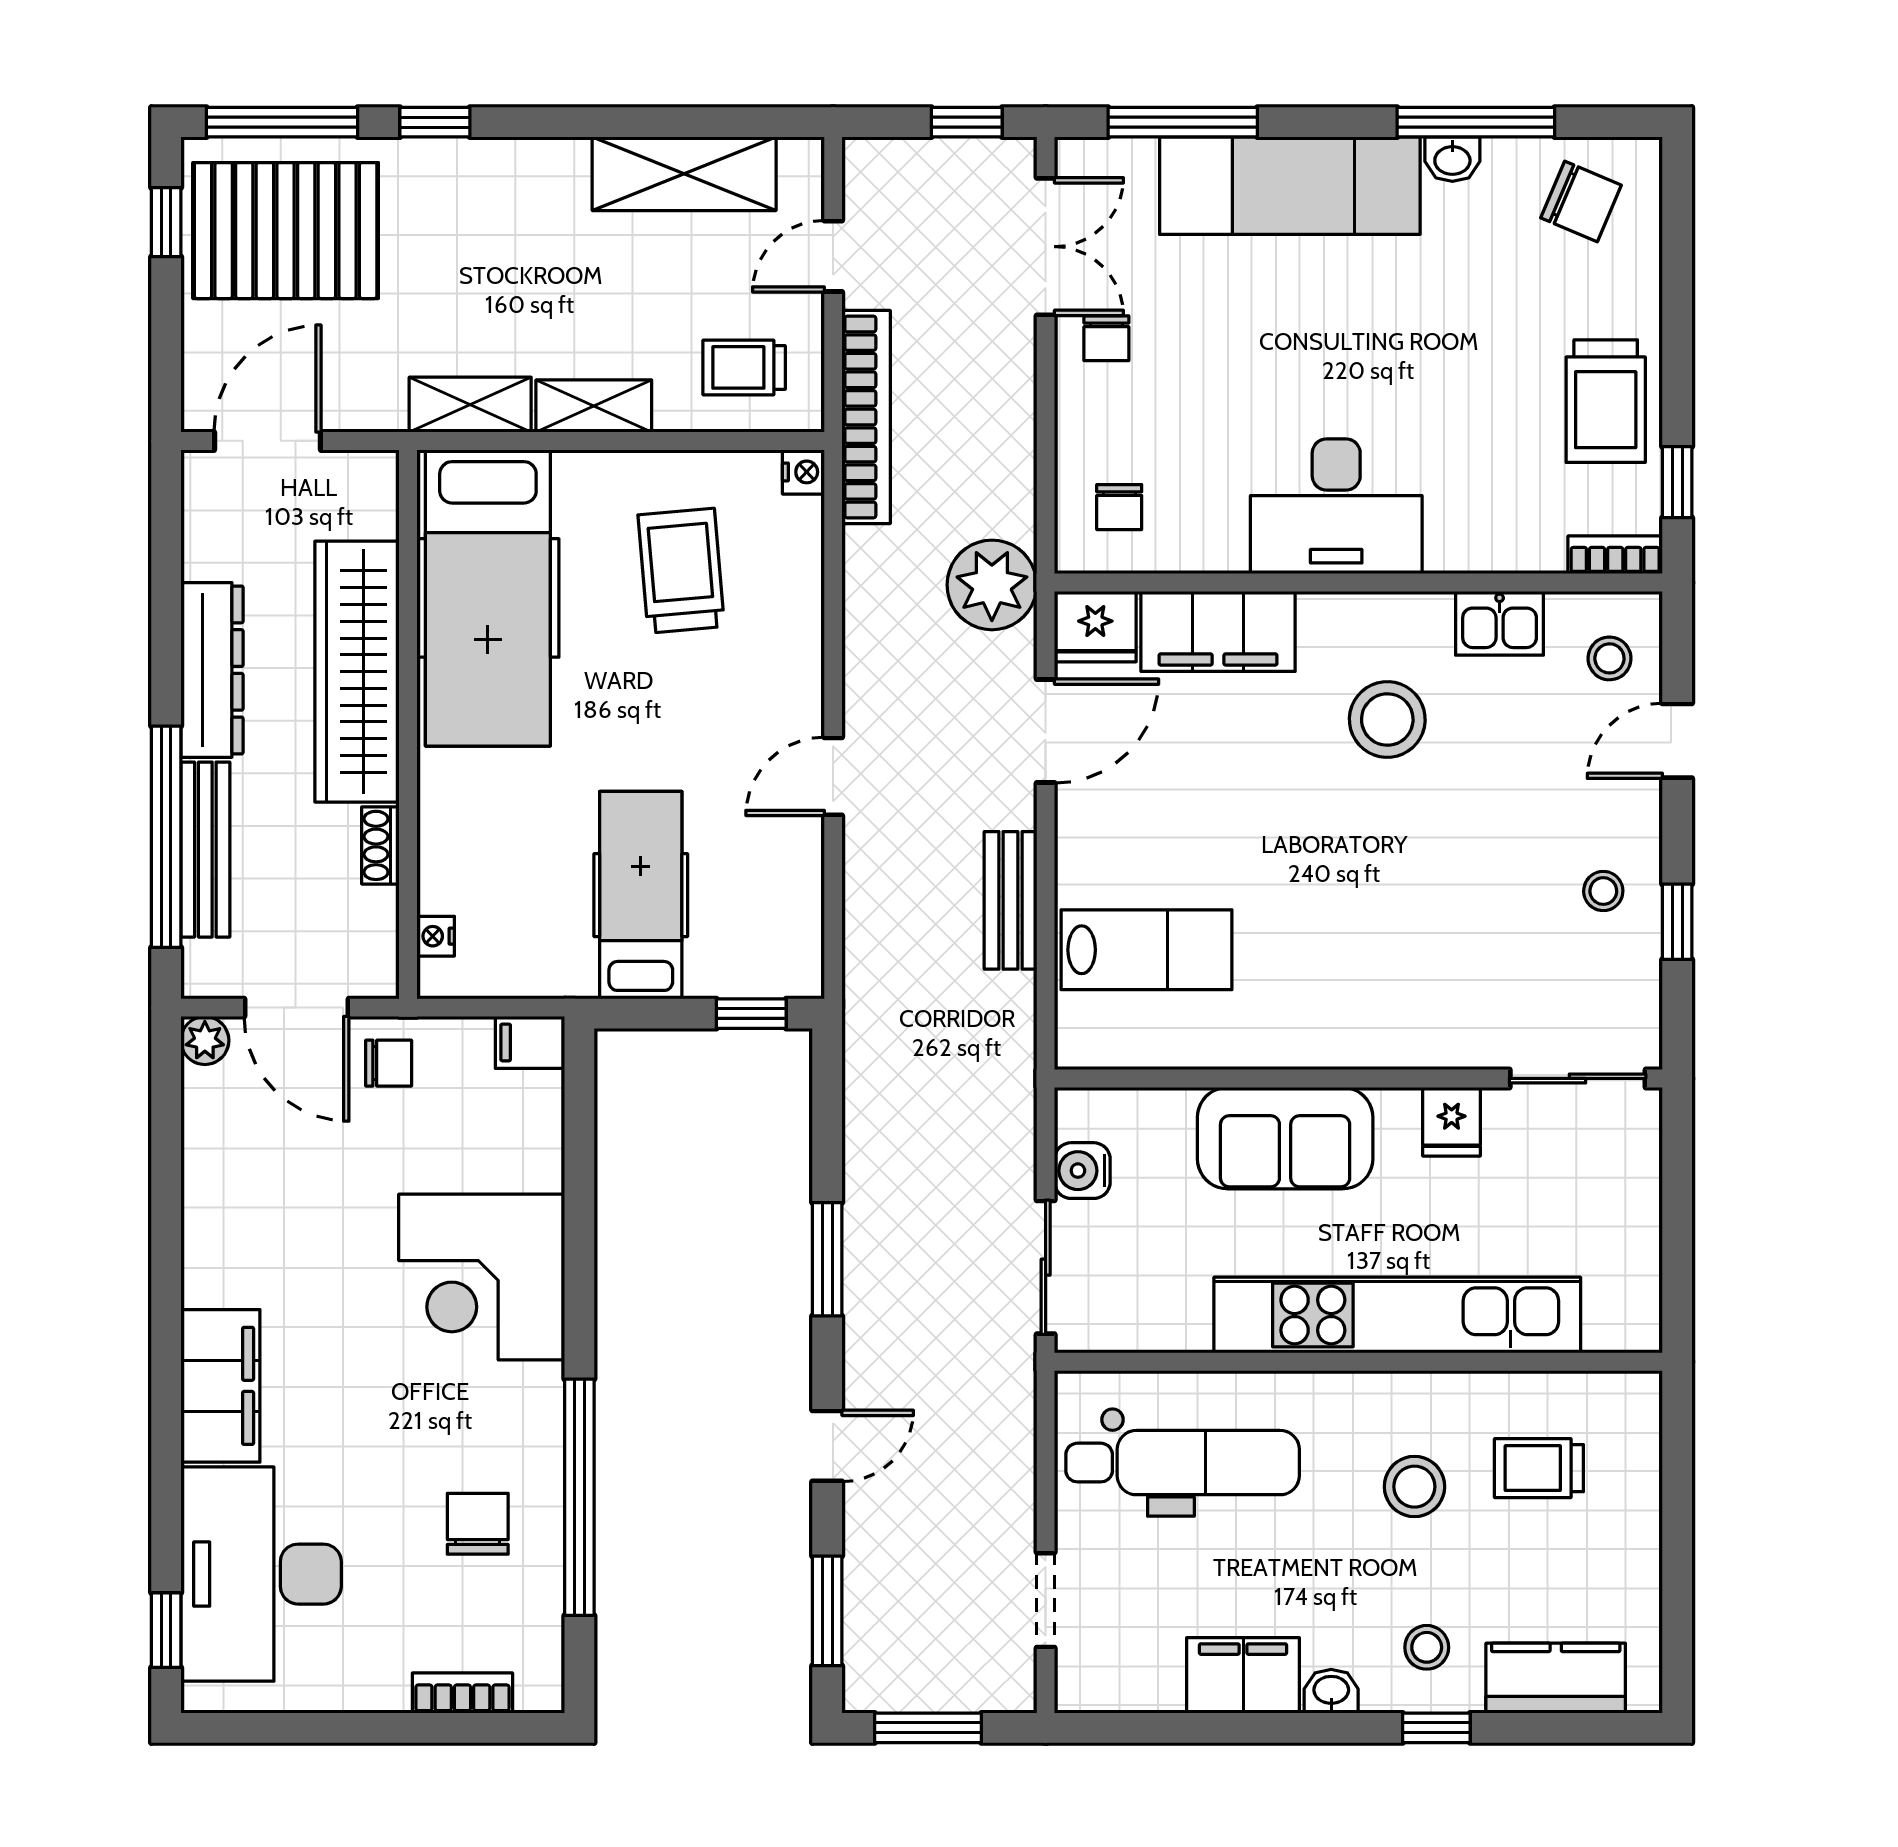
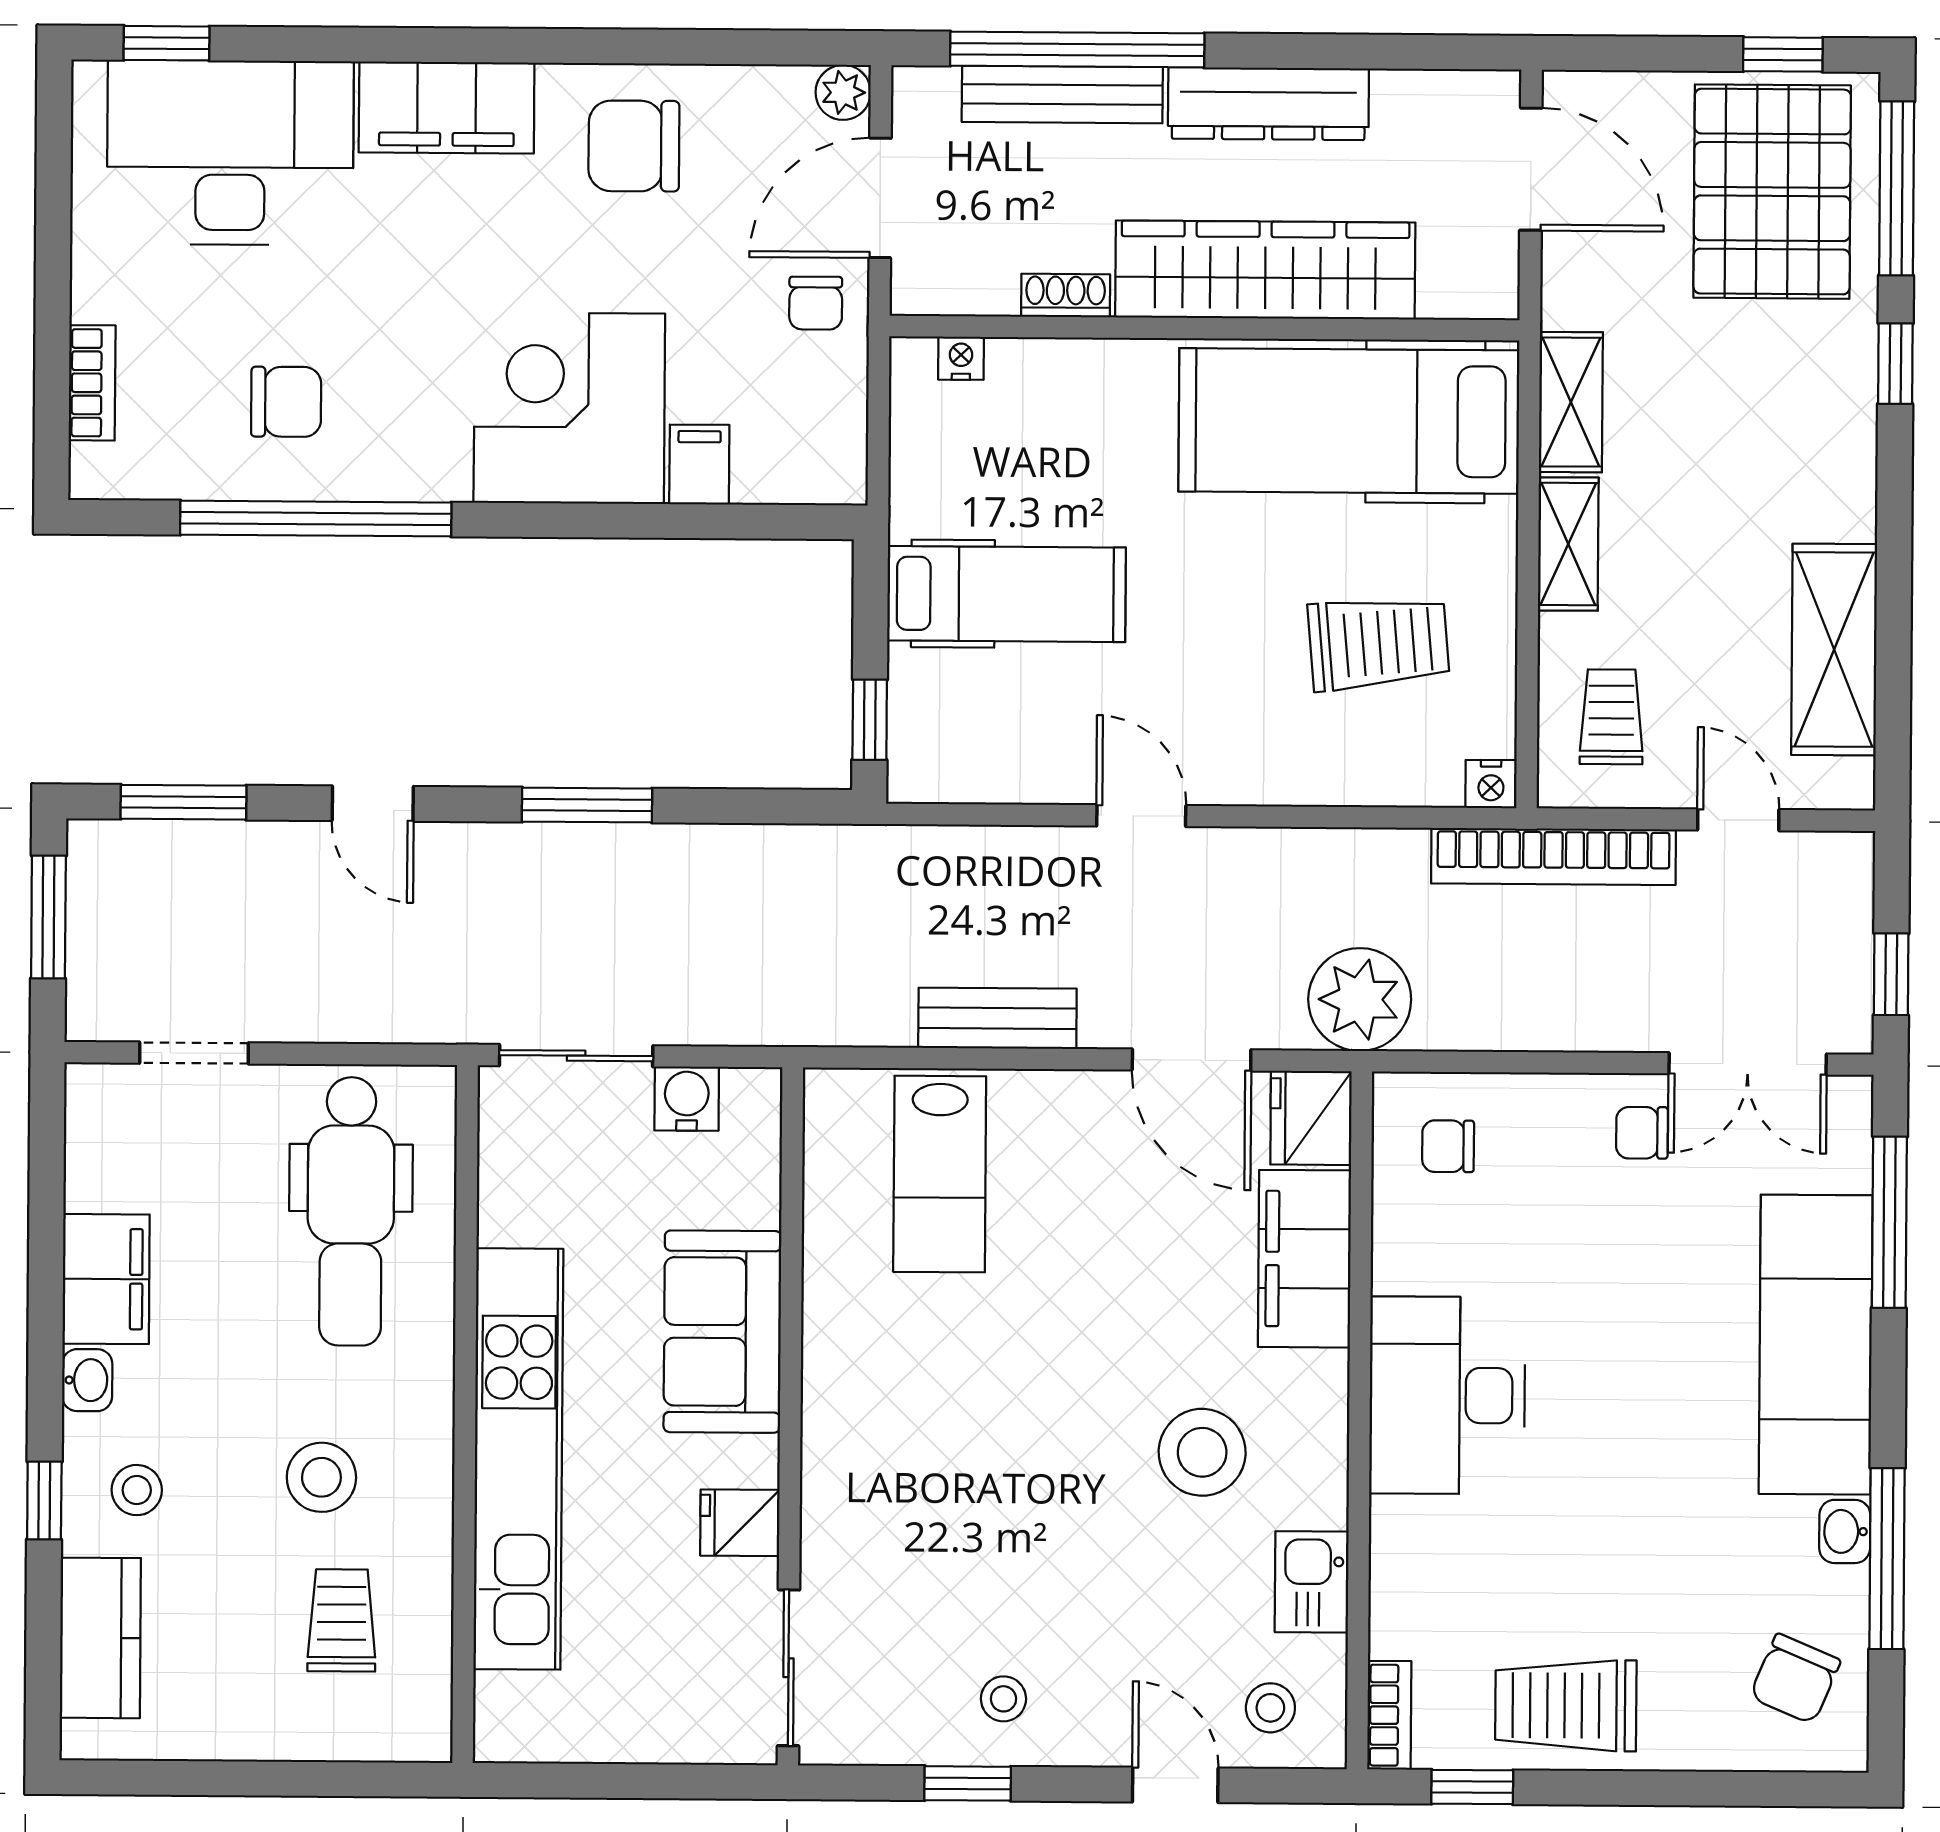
filing cabinet: (530, 1042) -> (699, 465), moved
chair: (253, 1222) -> (634, 146), added

